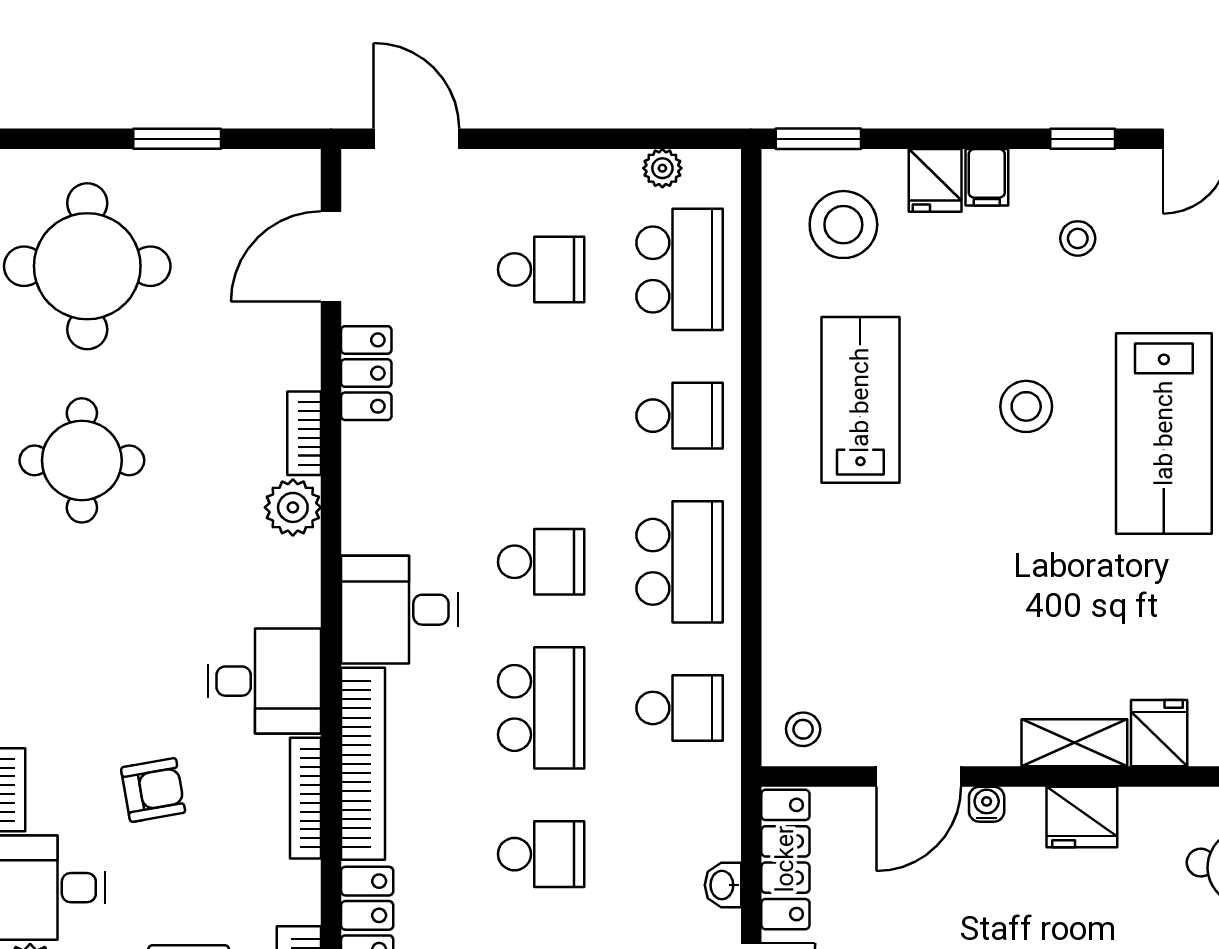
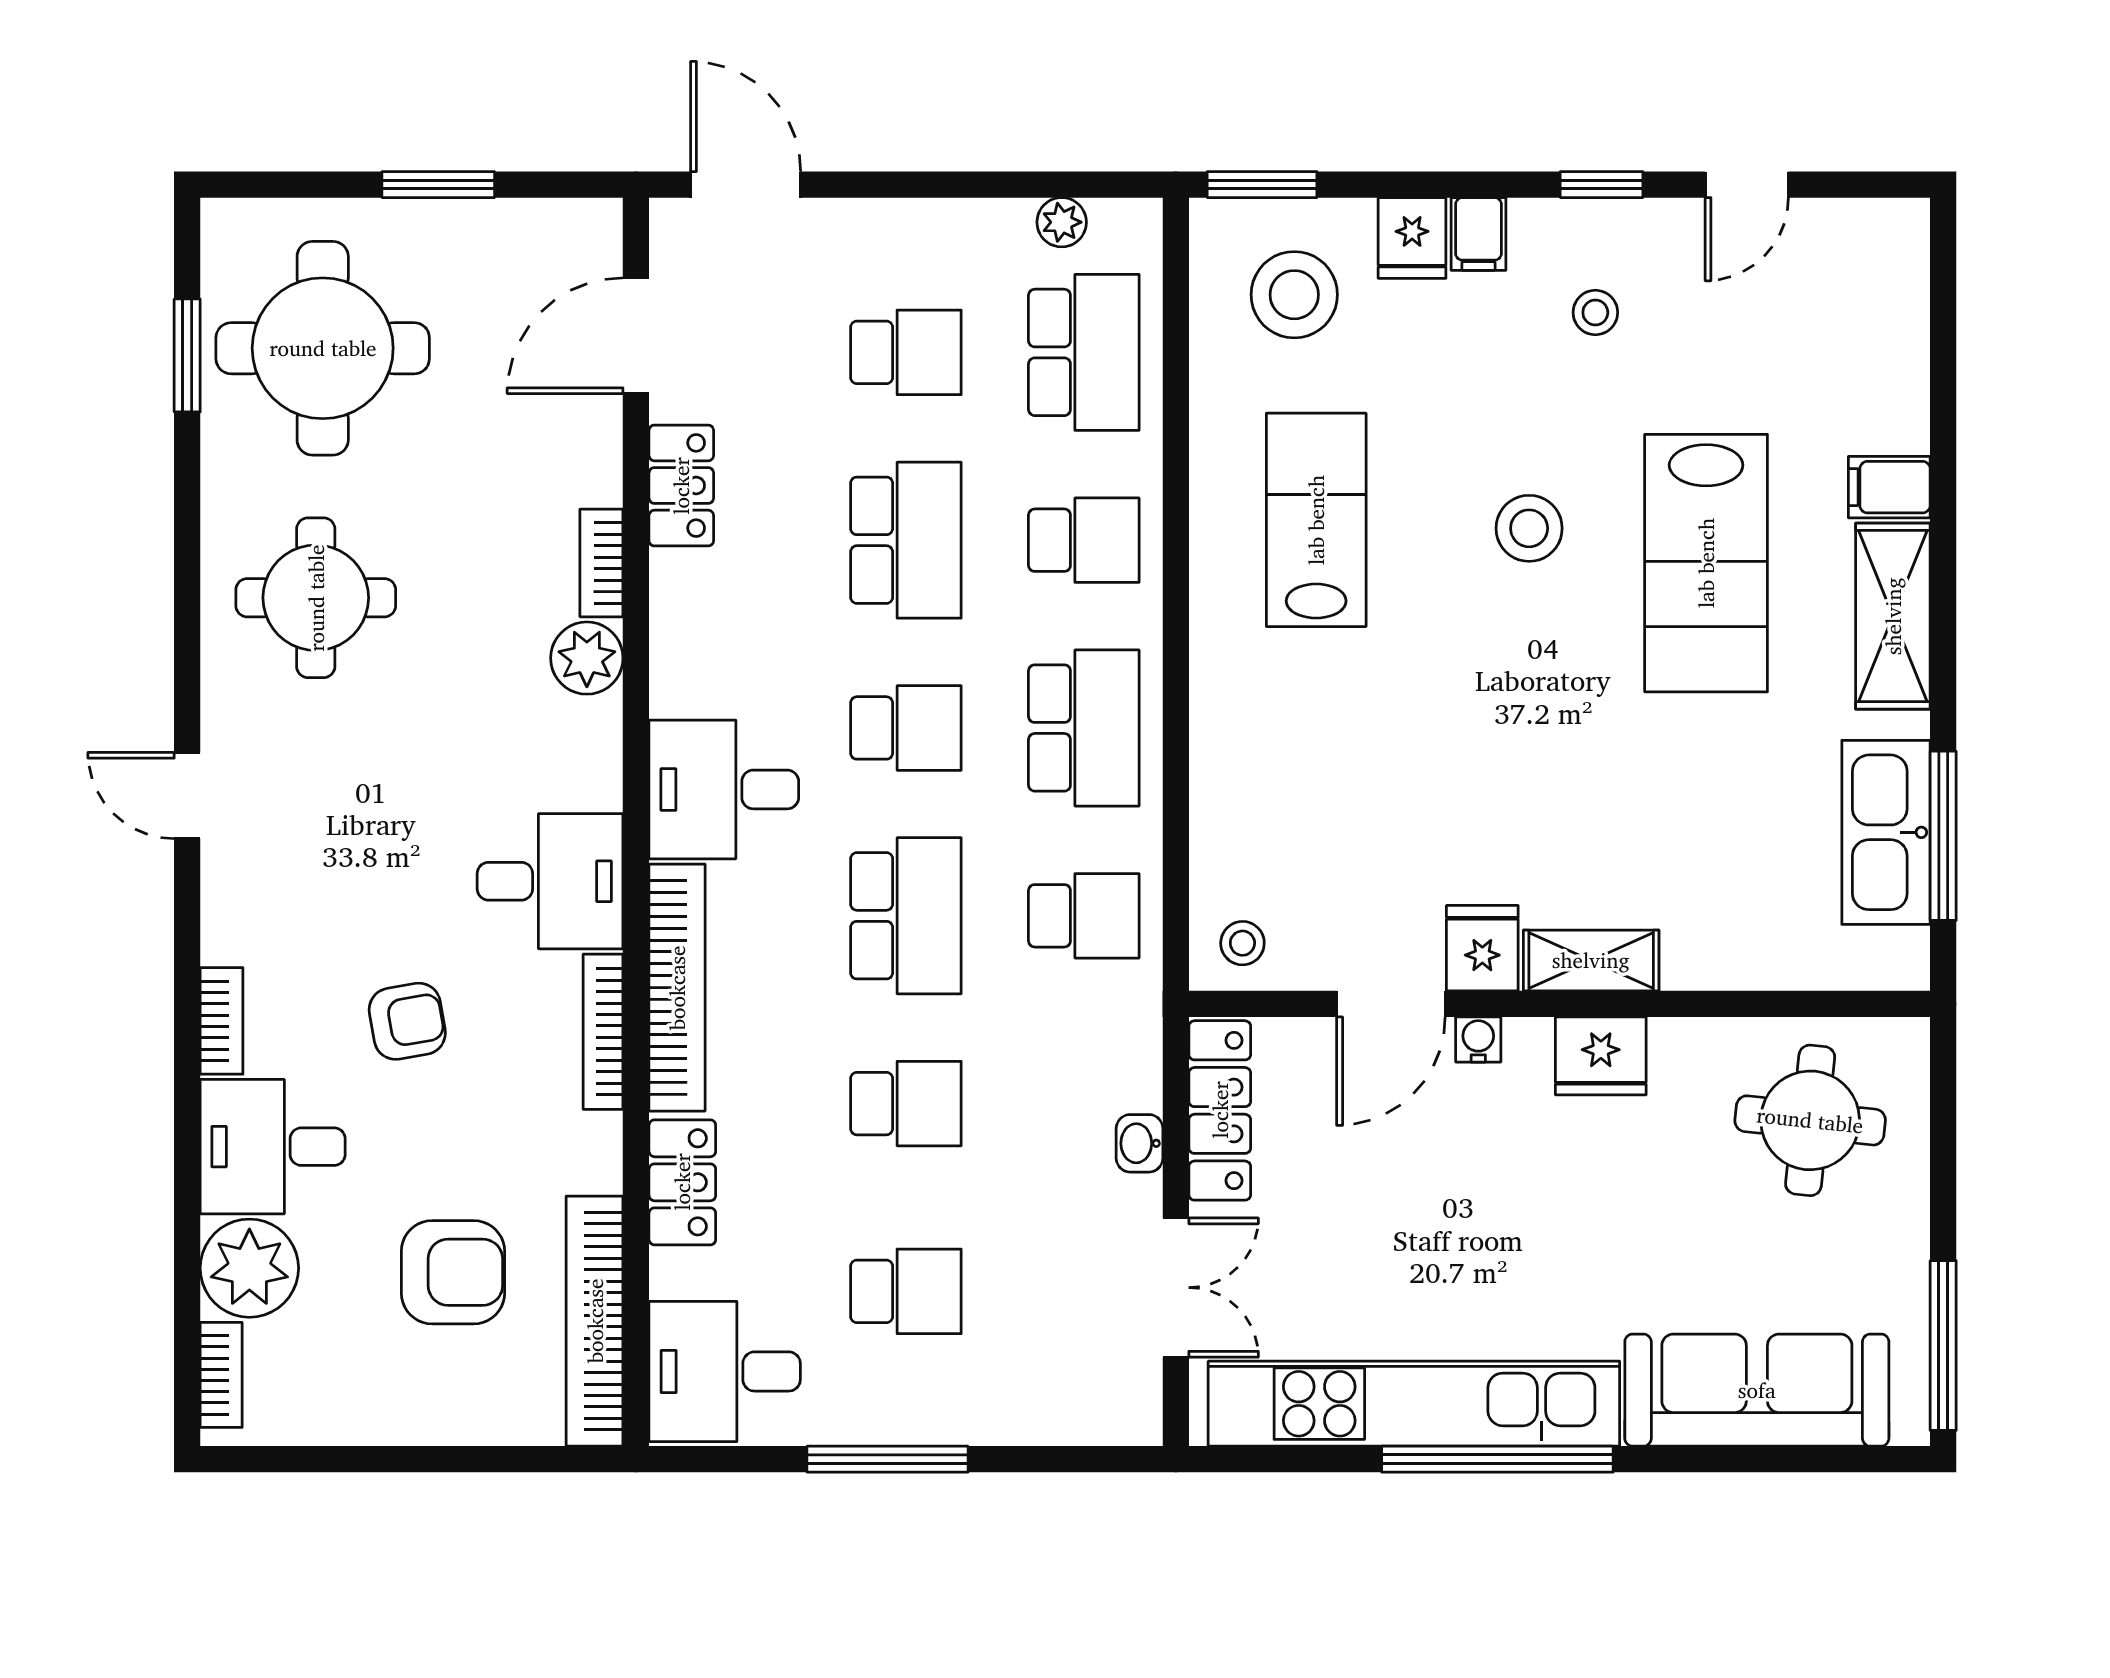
school desk: (541, 416) -> (906, 540), added
fridge: (1159, 733) -> (1482, 948), moved

